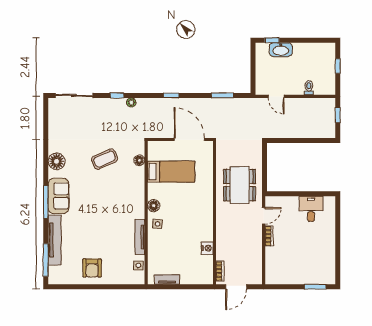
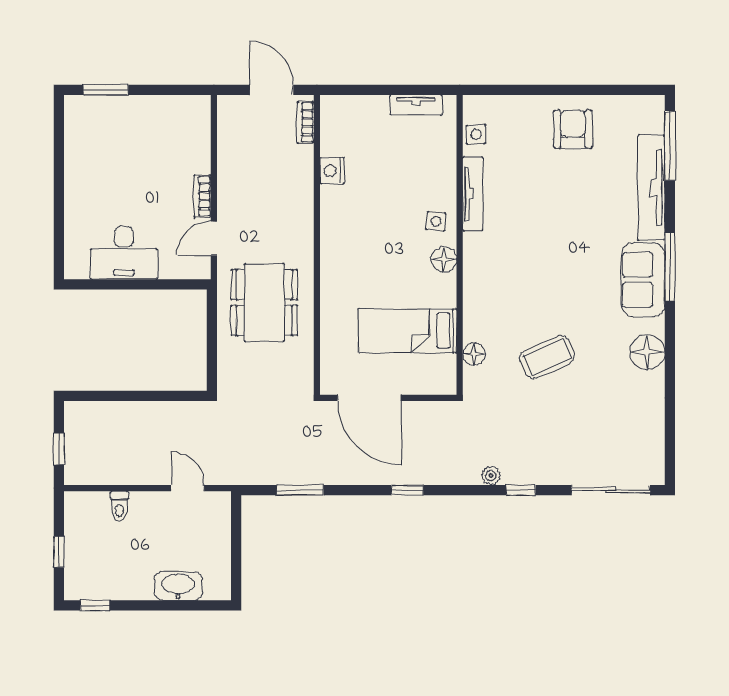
window: (272, 40) -> (95, 605), moved
desk: (311, 209) -> (124, 253), width x1.37
door: (236, 287) -> (271, 90), hinge flipped

